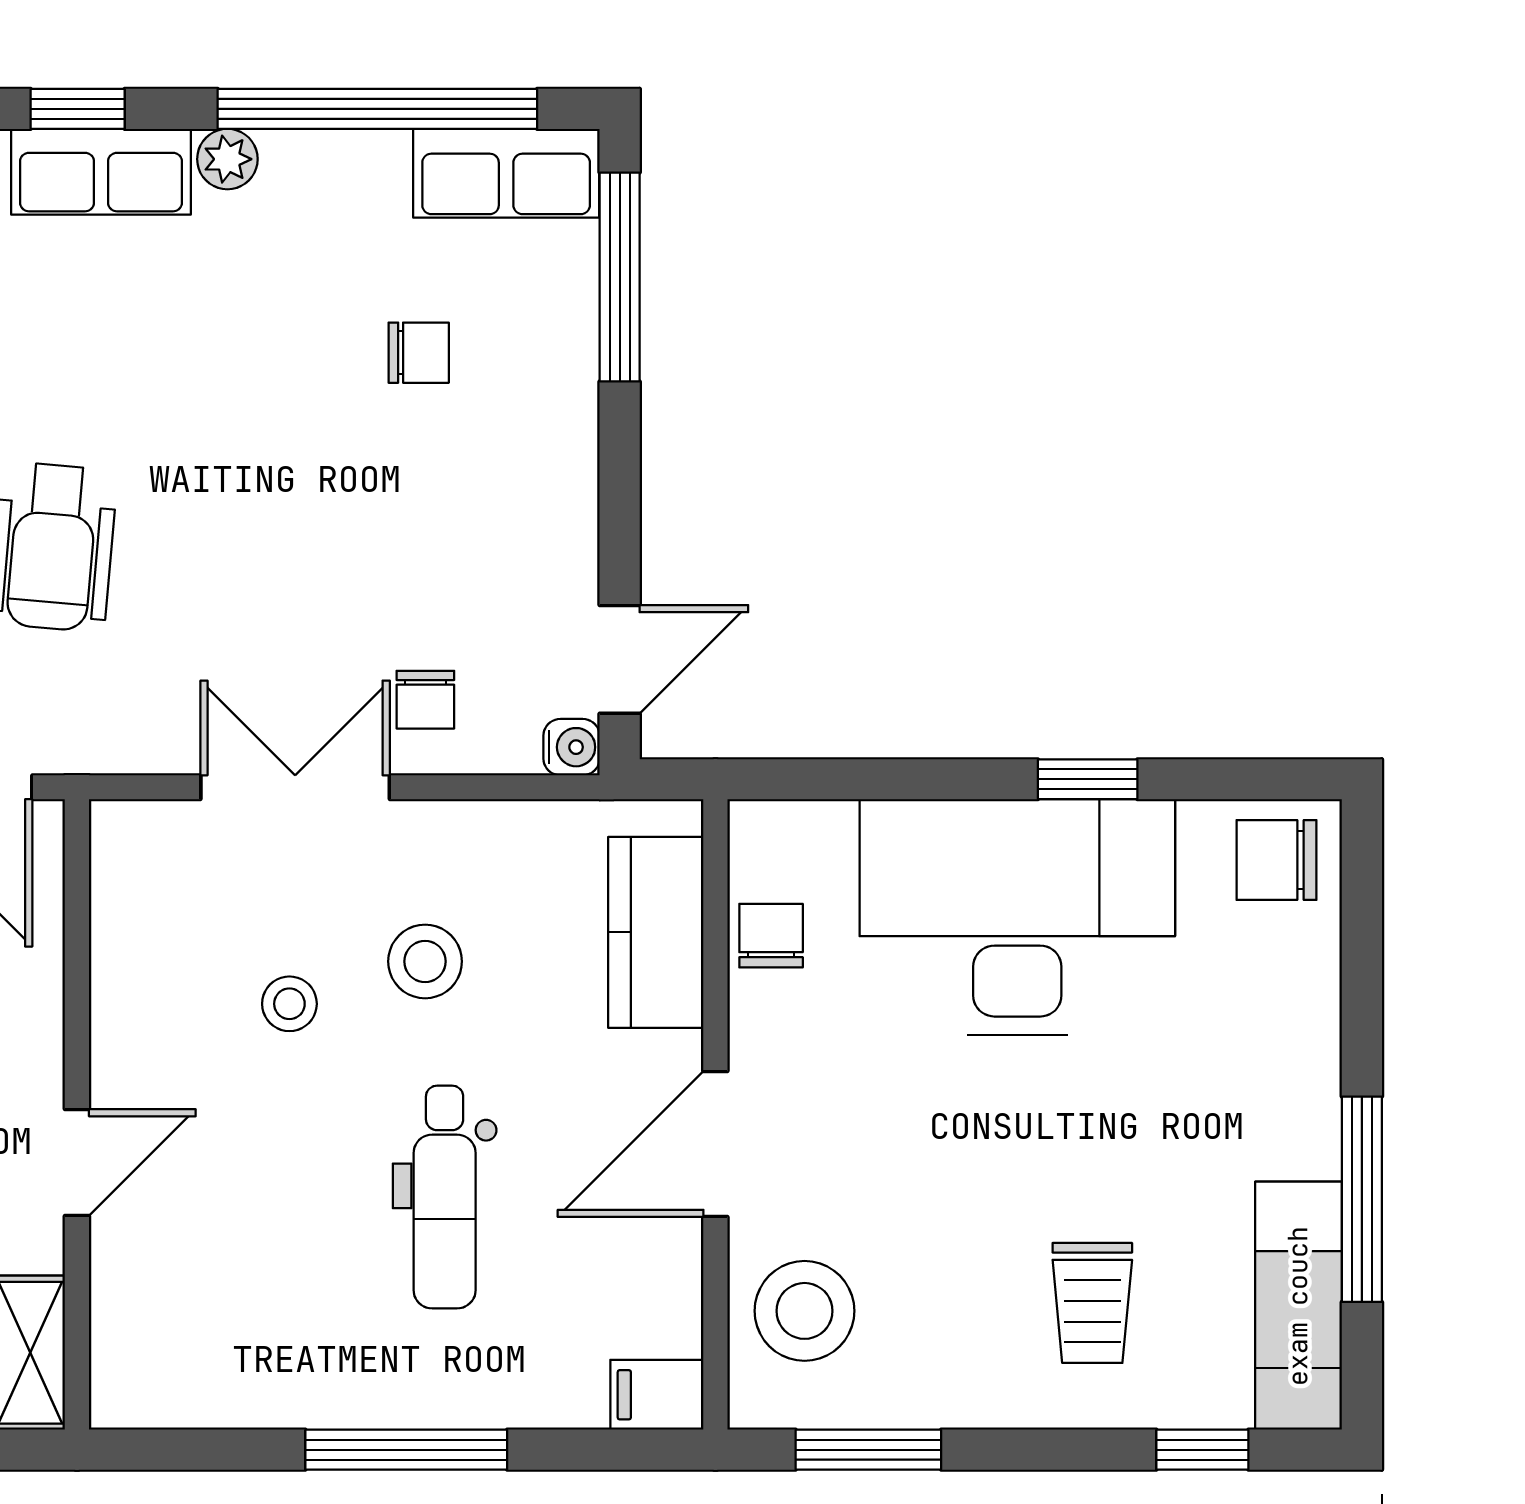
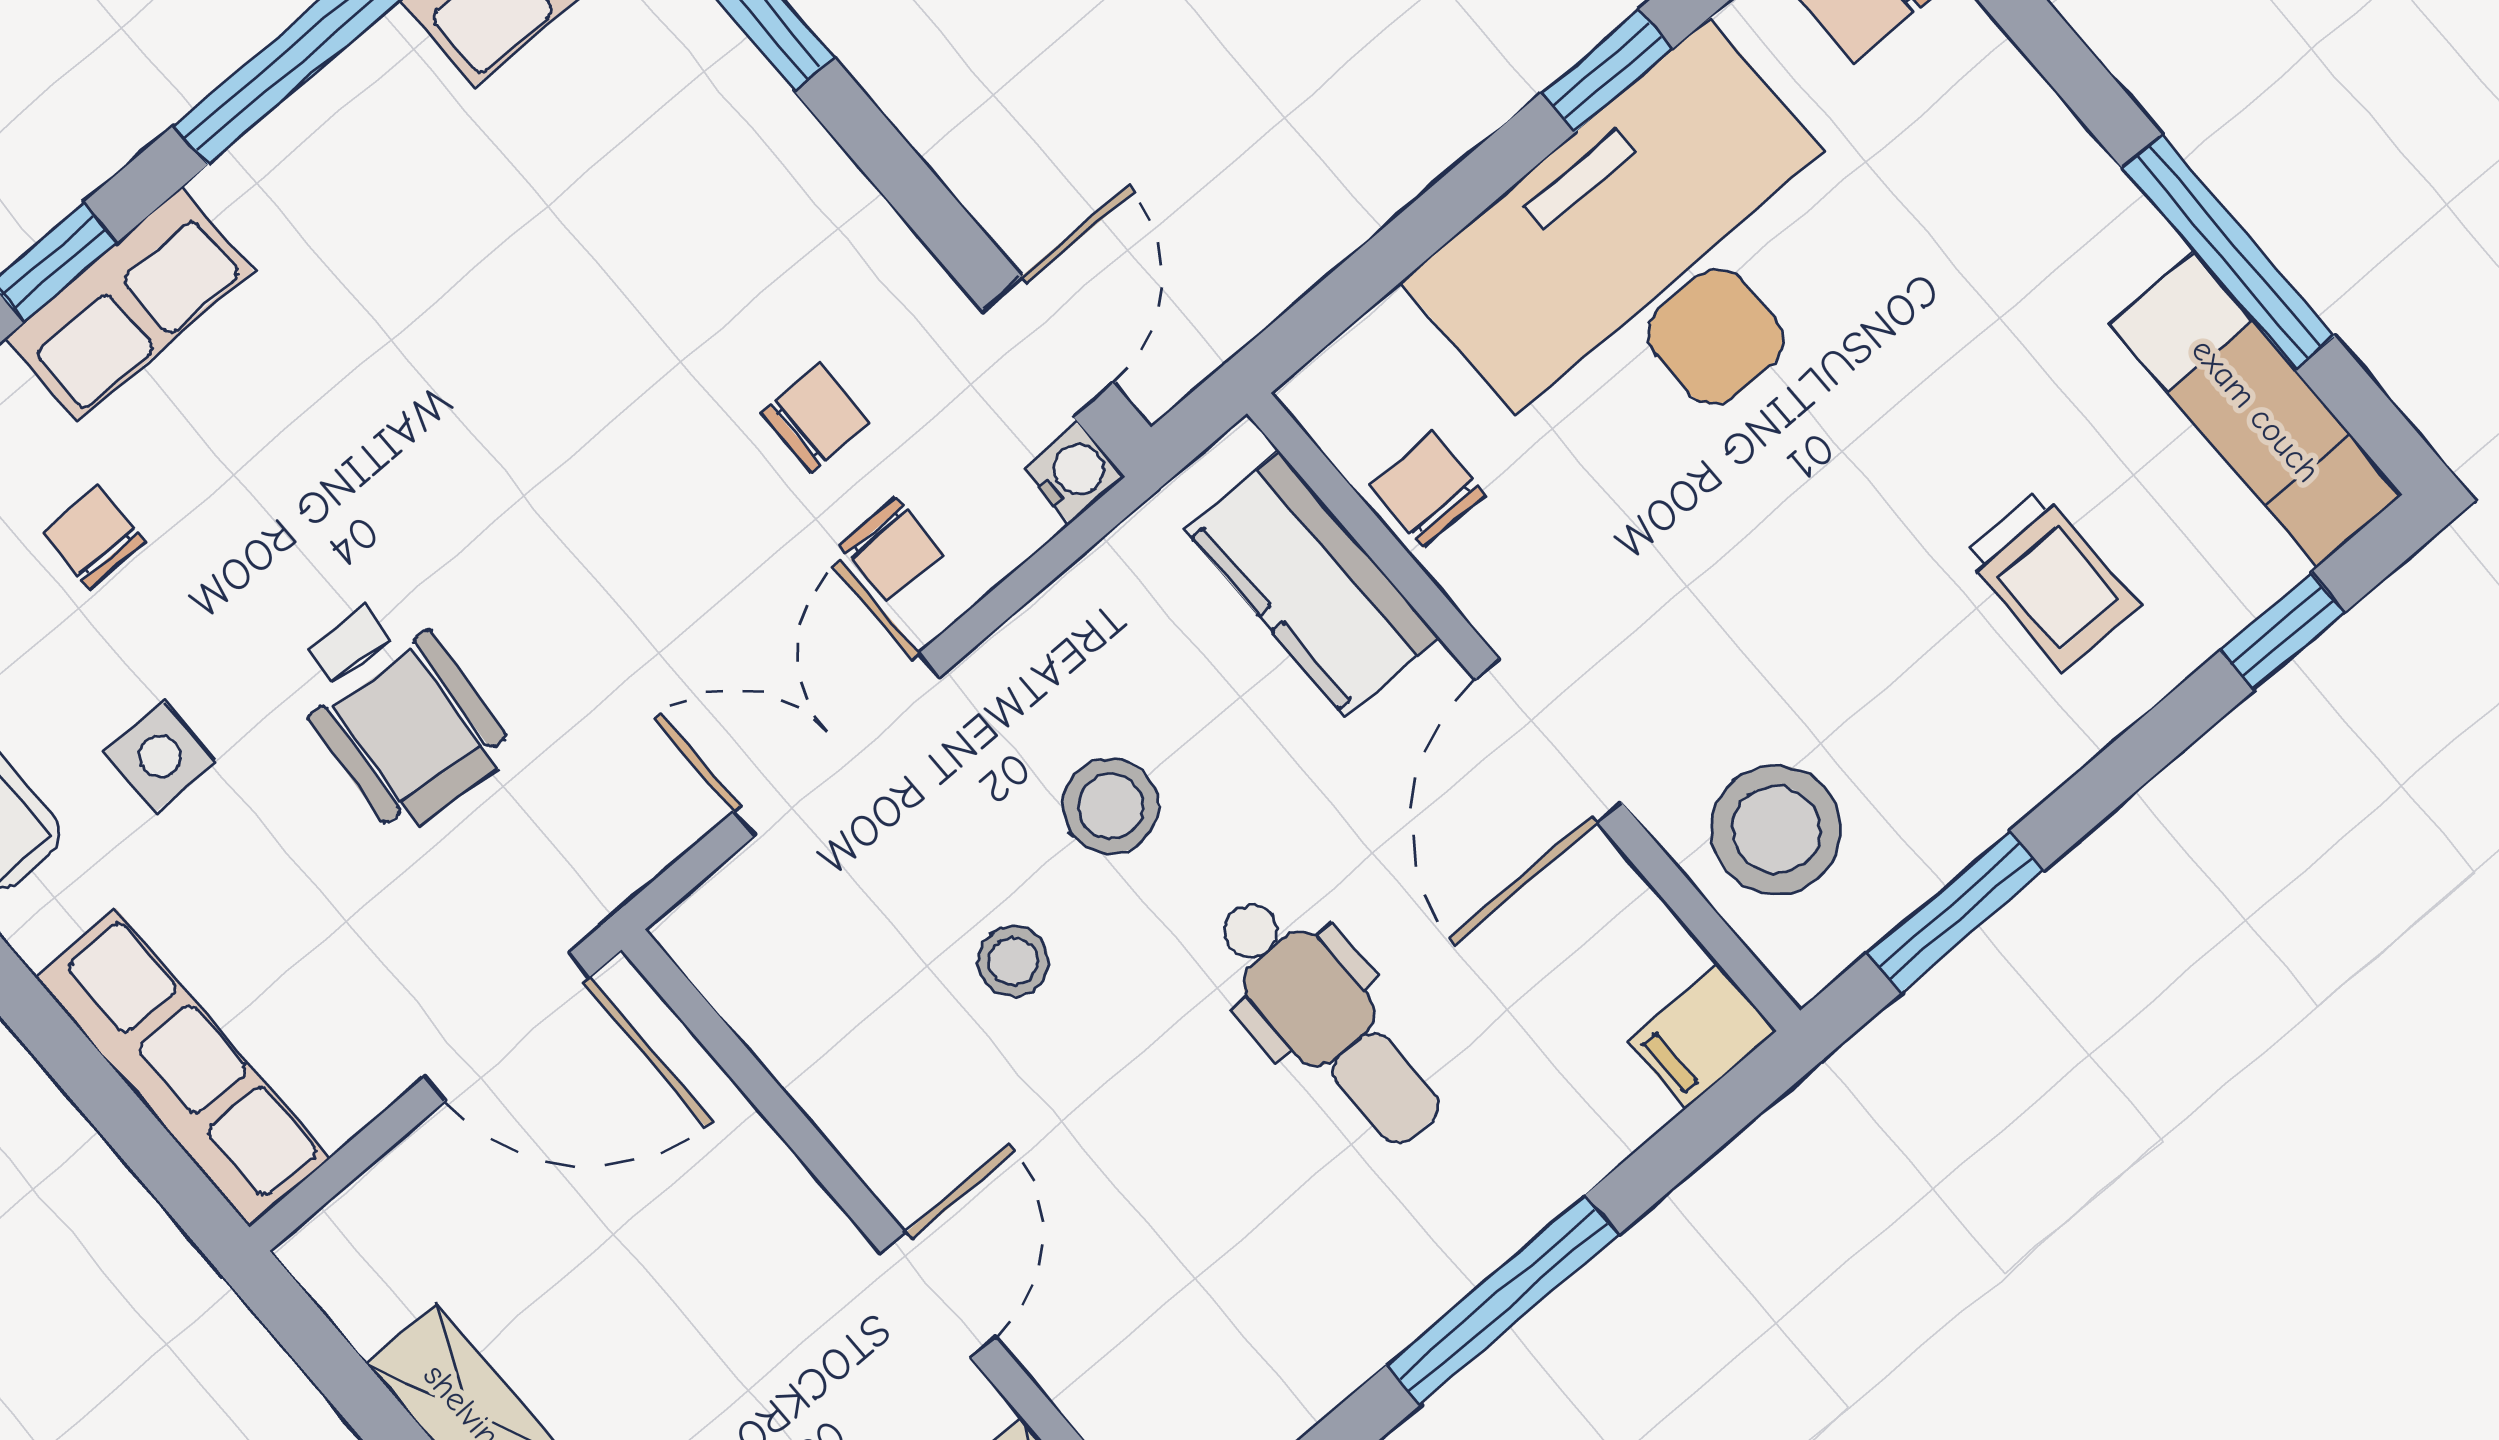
plant: (227, 159) -> (243, 186), removed
chair: (419, 353) -> (815, 417), moved

